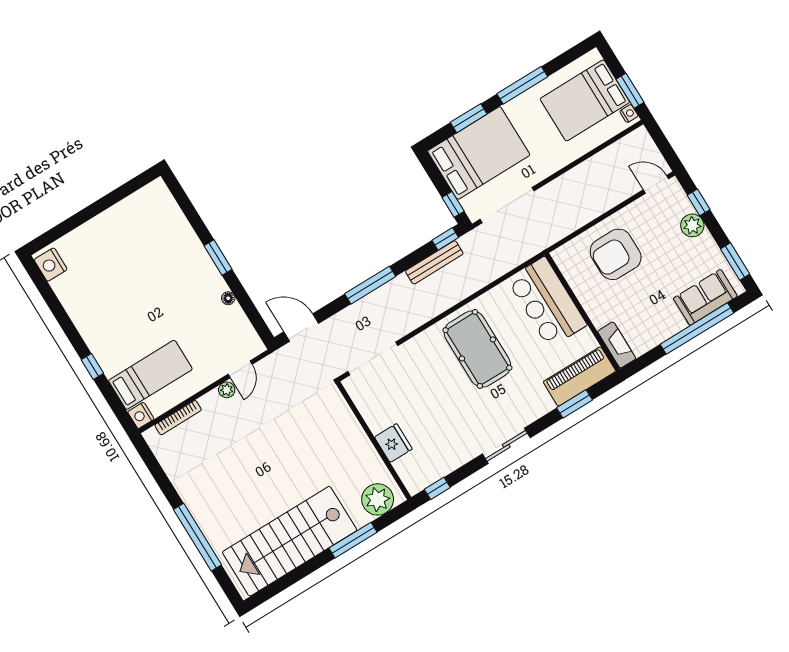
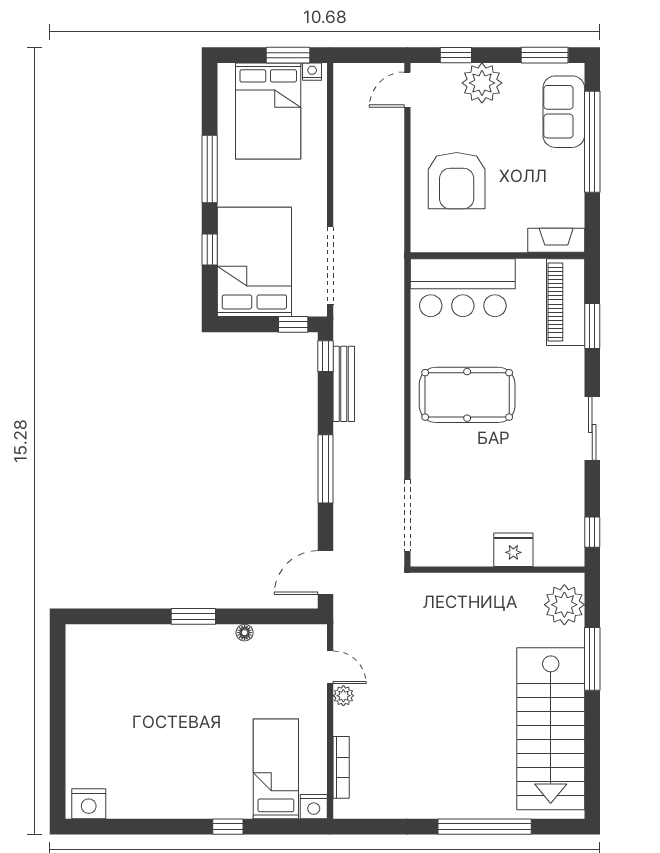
window: (469, 118) -> (210, 250), width x0.67
plant: (692, 225) -> (482, 83), width x1.36, depth x1.36

